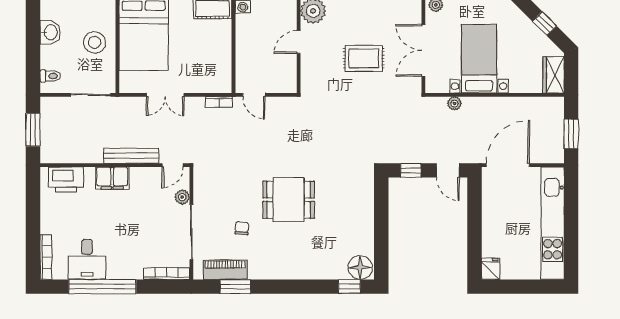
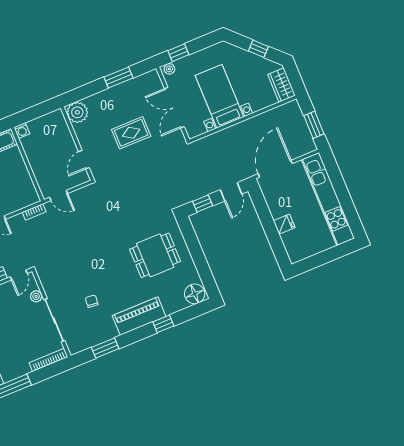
door: (299, 42) -> (84, 160), moved
plant: (454, 103) -> (215, 138), removed
door: (448, 170) -> (231, 192), hinge flipped
dining table: (289, 200) -> (155, 255), moved
fridge: (490, 269) -> (284, 224), moved, turned 90
piano: (225, 270) -> (139, 316), moved, width x1.37, depth x1.33
window: (349, 287) -> (163, 324), moved

